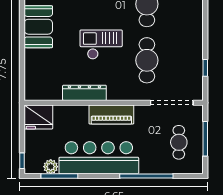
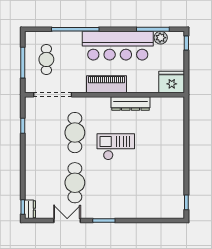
booth: (38, 27) -> (172, 163), removed
checkout: (101, 44) -> (116, 147), turned 180

